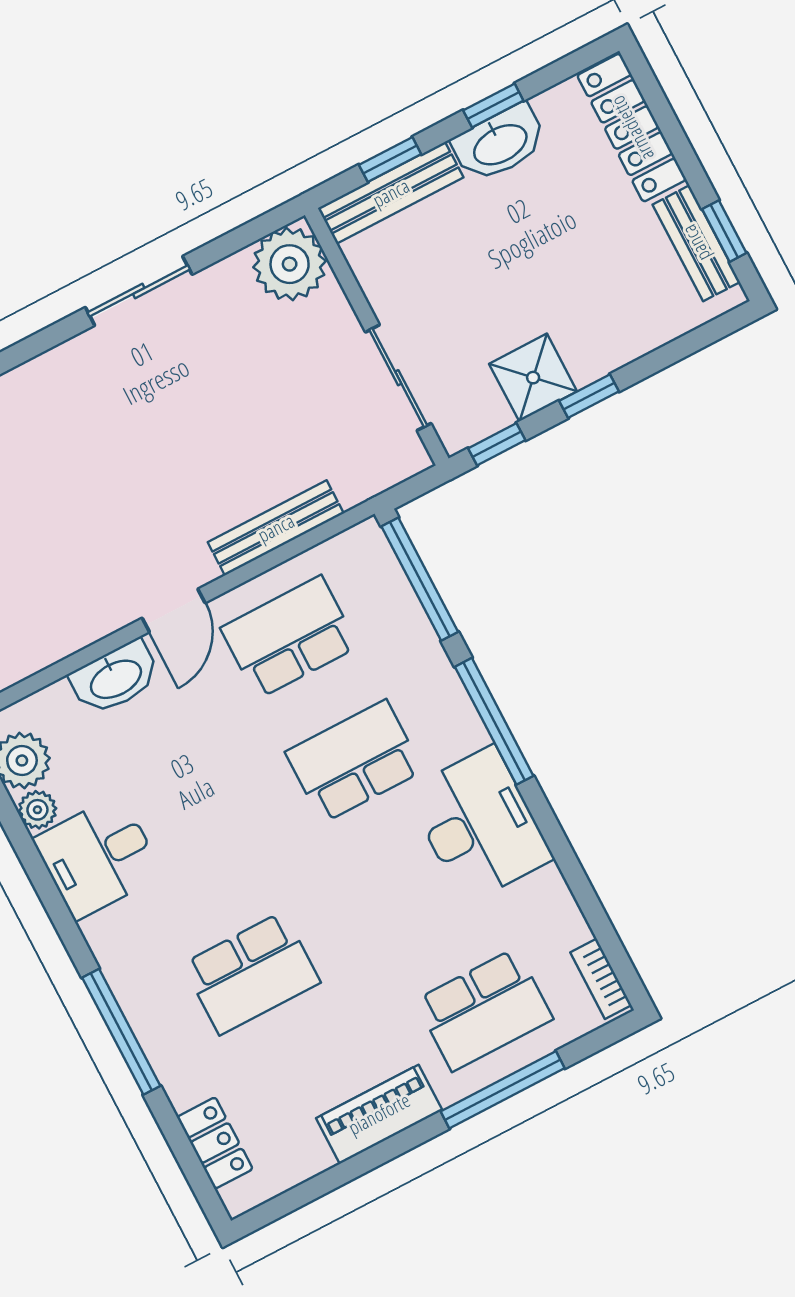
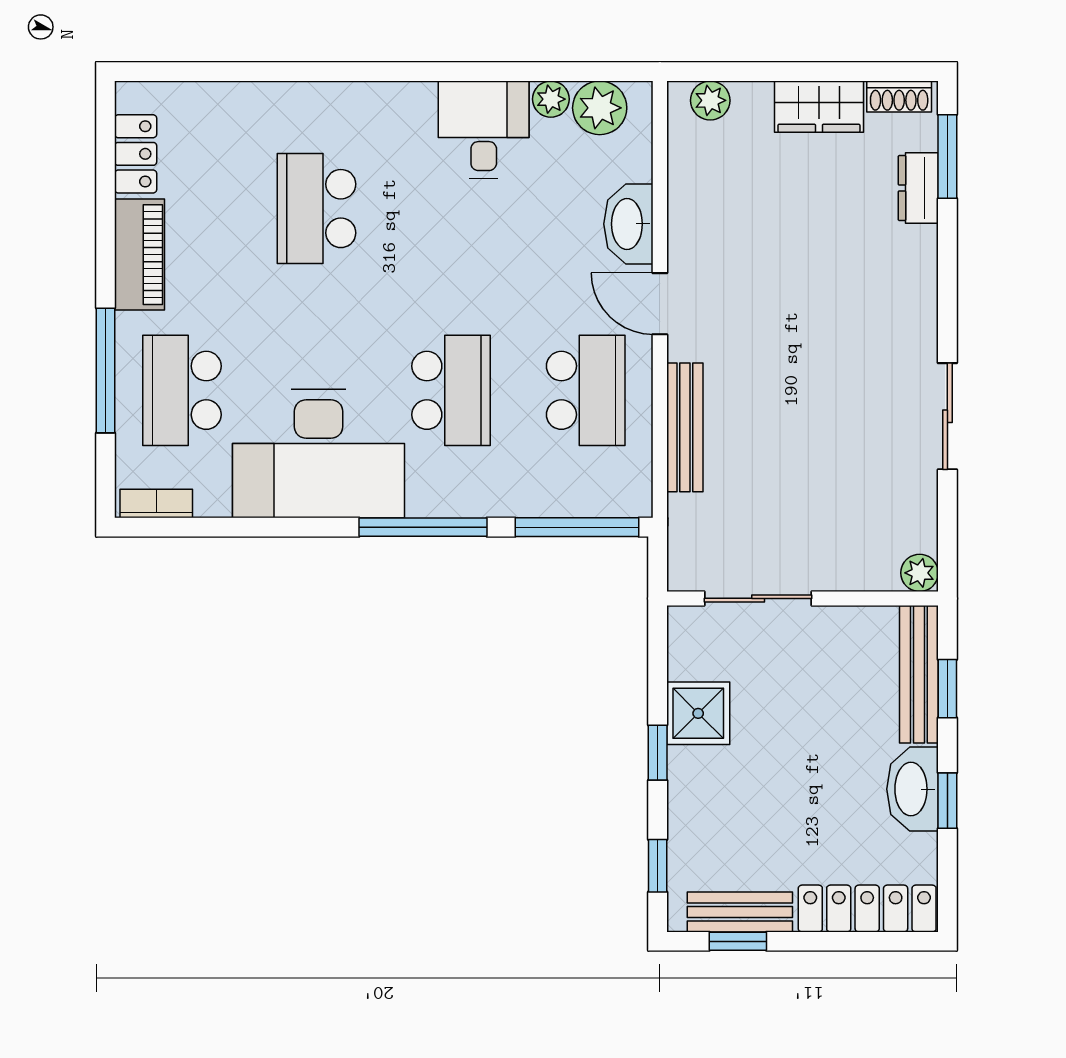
plant: (290, 264) -> (920, 573), width x0.53, depth x0.53
window: (497, 444) -> (658, 866), moved
desk: (479, 825) -> (319, 454), width x1.36, depth x1.30
window: (121, 1032) -> (325, 72), removed
locker: (215, 1143) -> (136, 154), moved, turned -90

